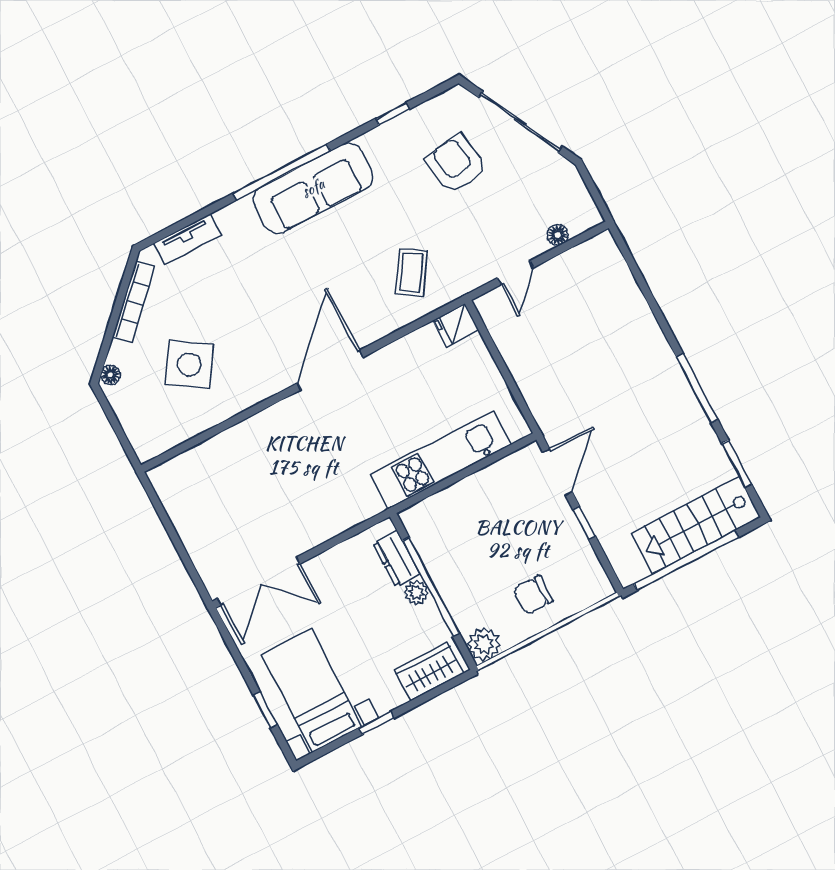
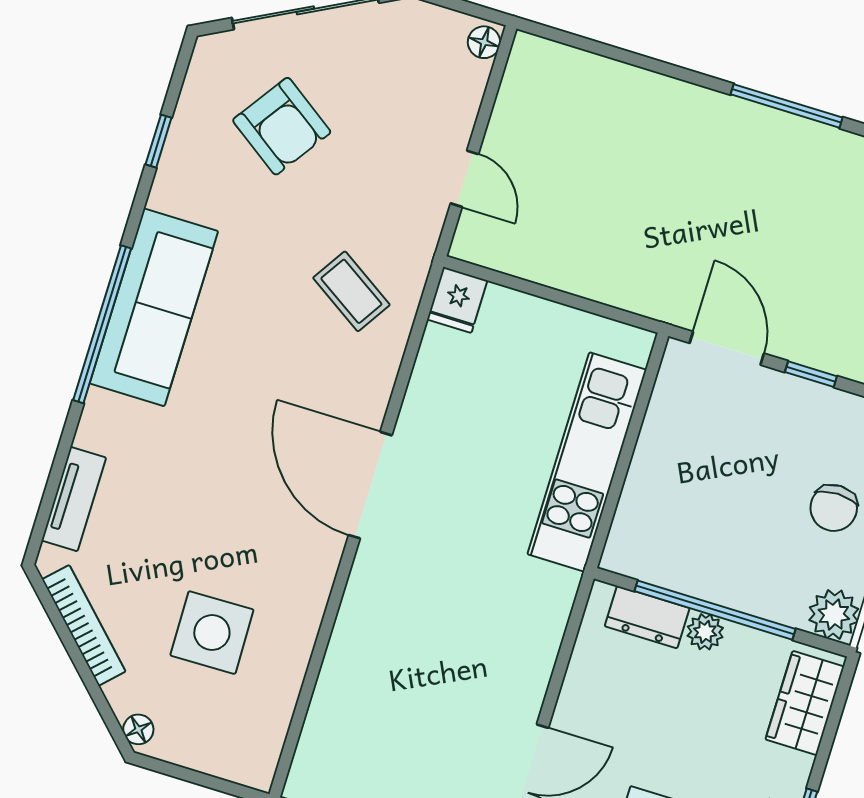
armchair: (456, 164) -> (282, 126), turned -136
floor lamp: (558, 235) -> (484, 42), moved
side table: (189, 365) -> (212, 633), turned -34

